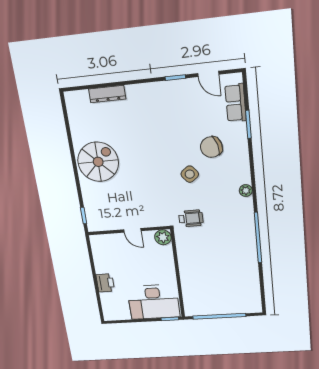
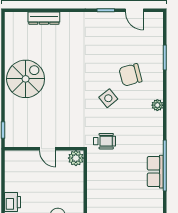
row of seats: (236, 103) -> (155, 172), moved
plant: (246, 191) -> (157, 105), moved

